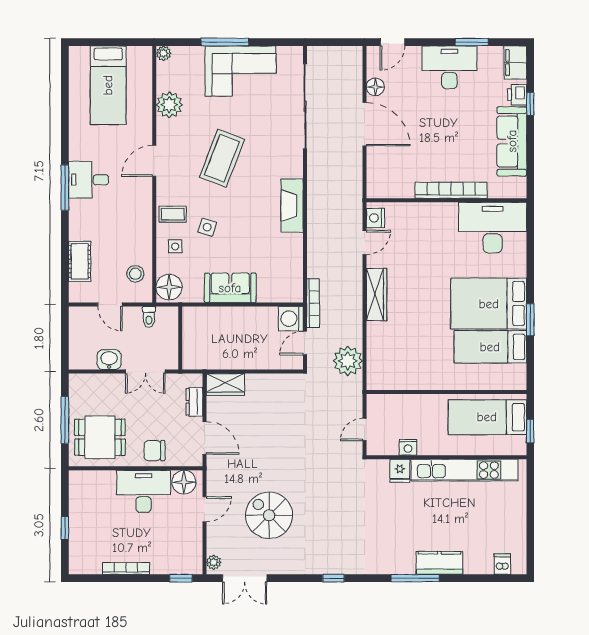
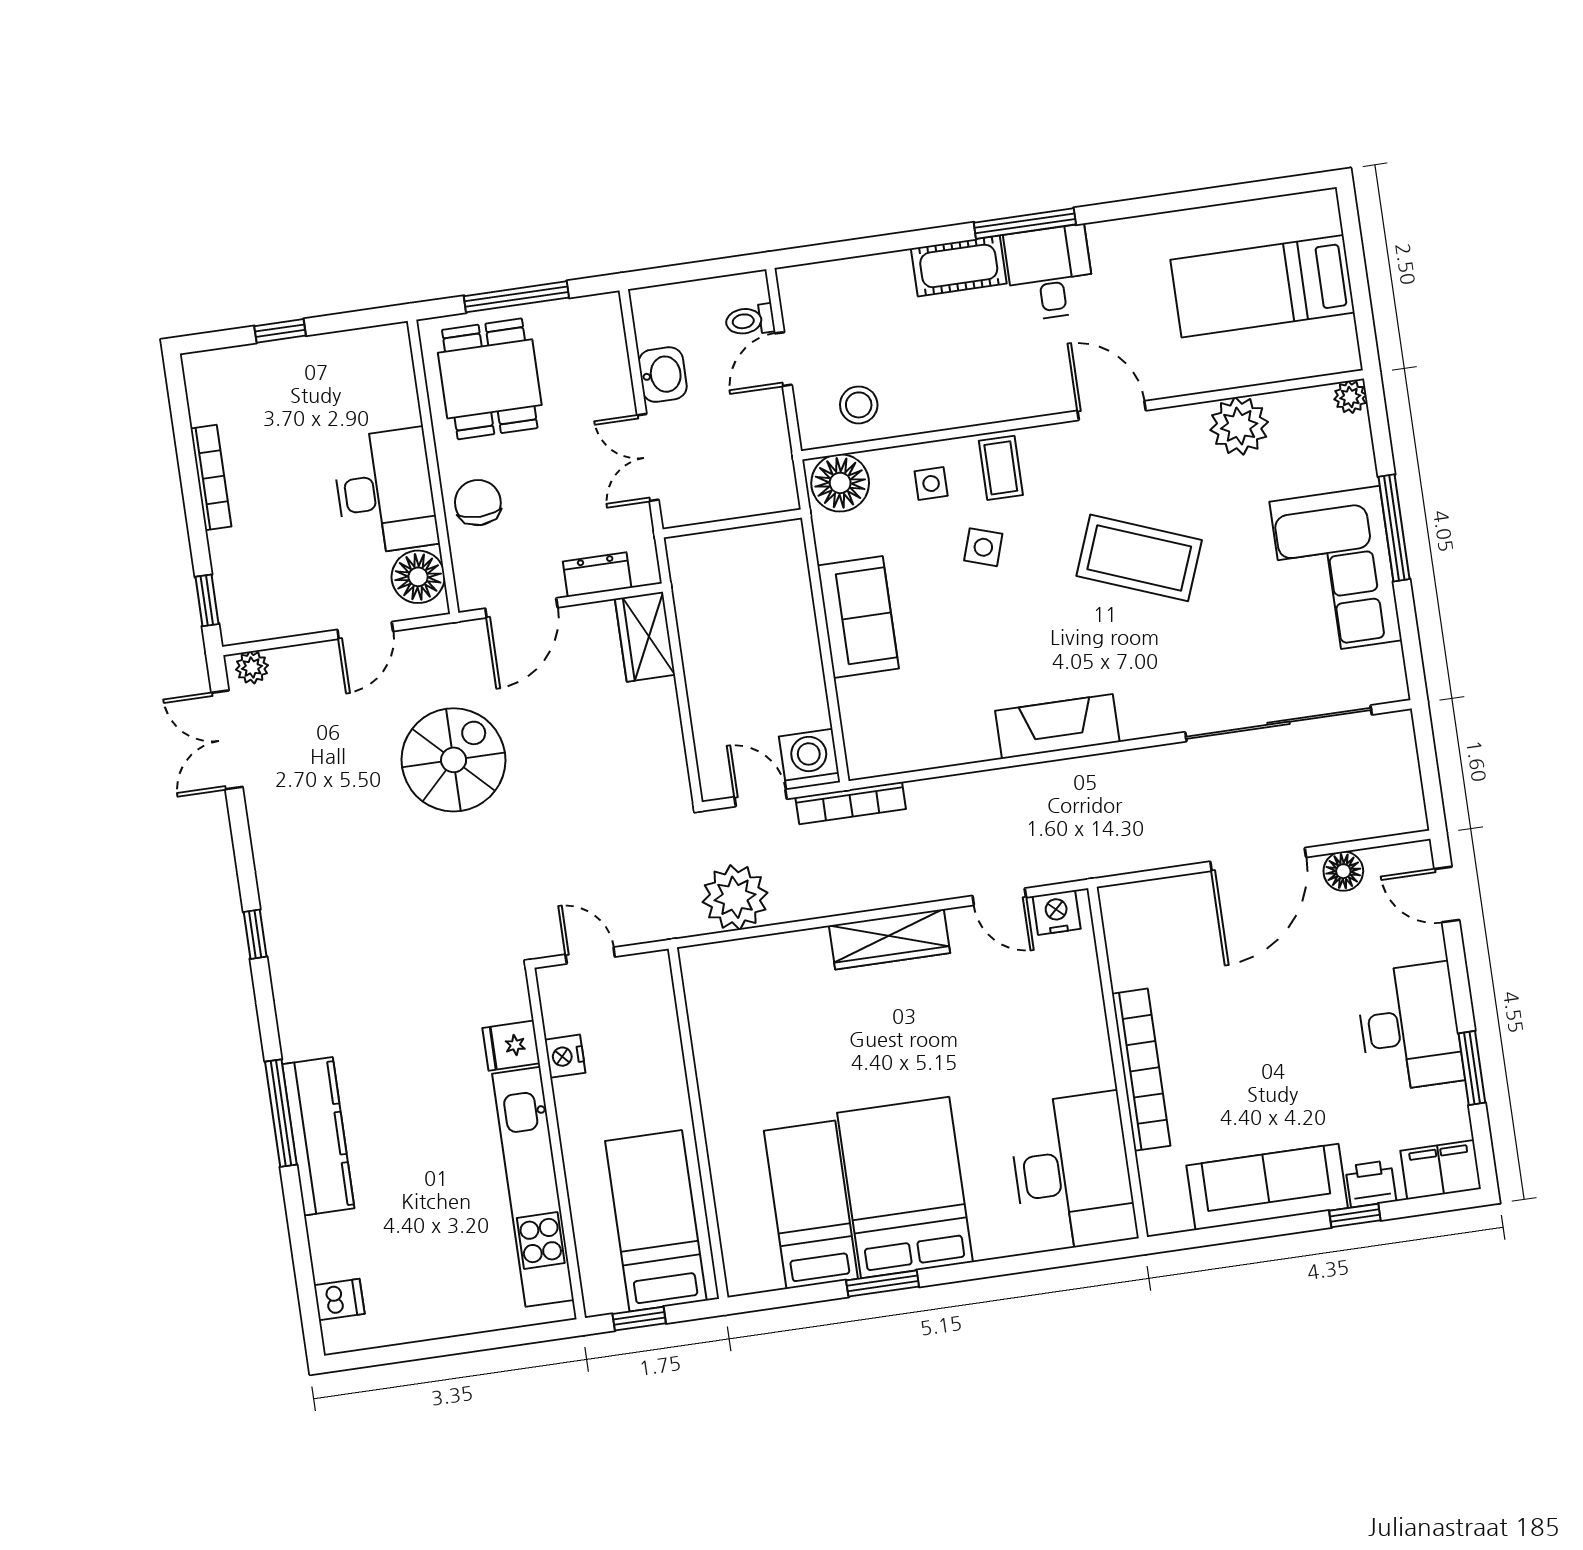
cot: (80, 261) -> (959, 266), moved
toilet: (149, 317) -> (750, 320), moved
door: (204, 509) -> (365, 630), hinge flipped
spiral stairs: (269, 515) -> (454, 760), moved
kitchen counter: (439, 563) -> (318, 1136), width x1.50

